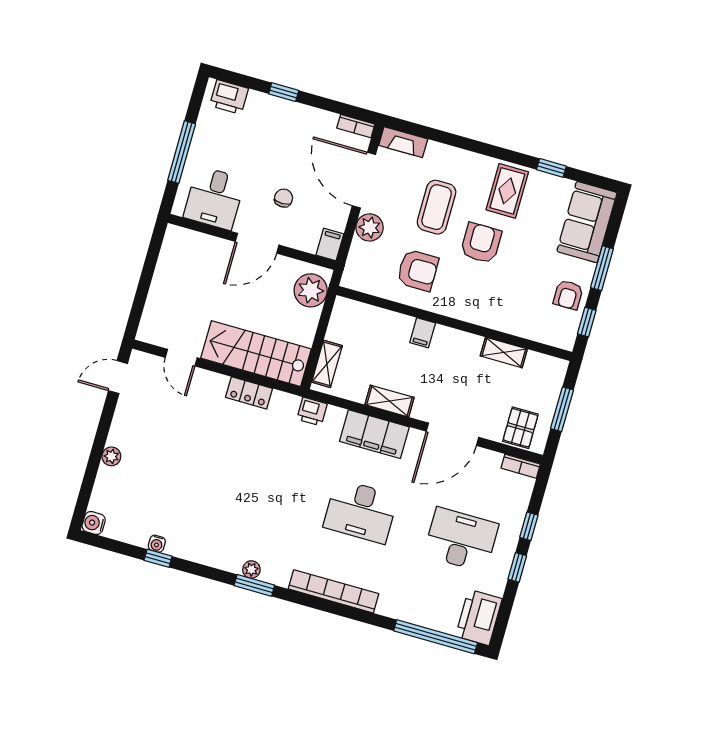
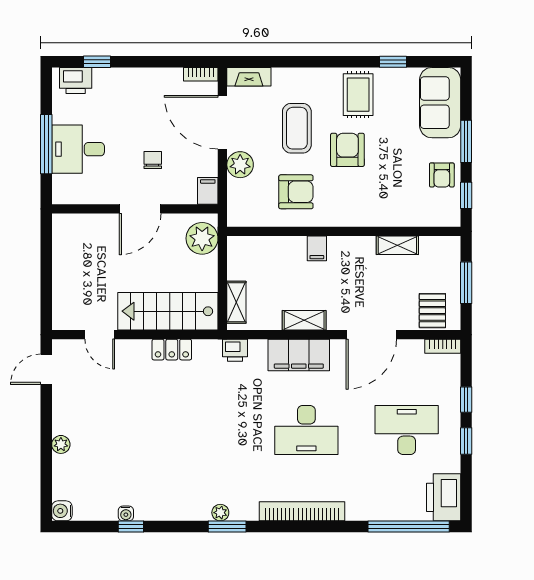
window: (284, 92) -> (97, 62), moved
desk: (214, 198) -> (78, 149), moved, turned 90

